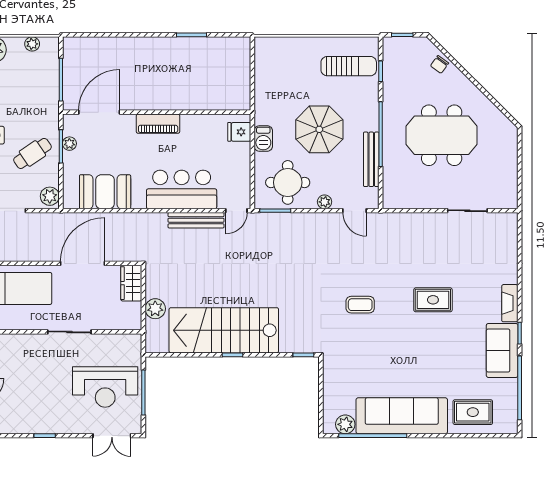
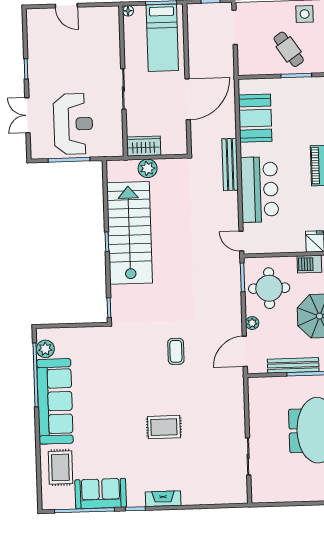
plant: (69, 144) -> (299, 83), removed
plant: (50, 196) -> (249, 67), removed
door: (355, 211) -> (245, 351), width x1.38
bench: (196, 220) -> (230, 164), moved
door: (83, 263) -> (188, 99), hinge flipped
wardrobe: (131, 283) -> (144, 146), moved
rug: (433, 300) -> (164, 427), turned 90
coffee table: (360, 305) -> (176, 351), moved
sofa: (502, 350) -> (101, 494), moved
reception desk: (105, 387) -> (73, 124), turned 180
double door: (112, 436) -> (27, 115), moved

